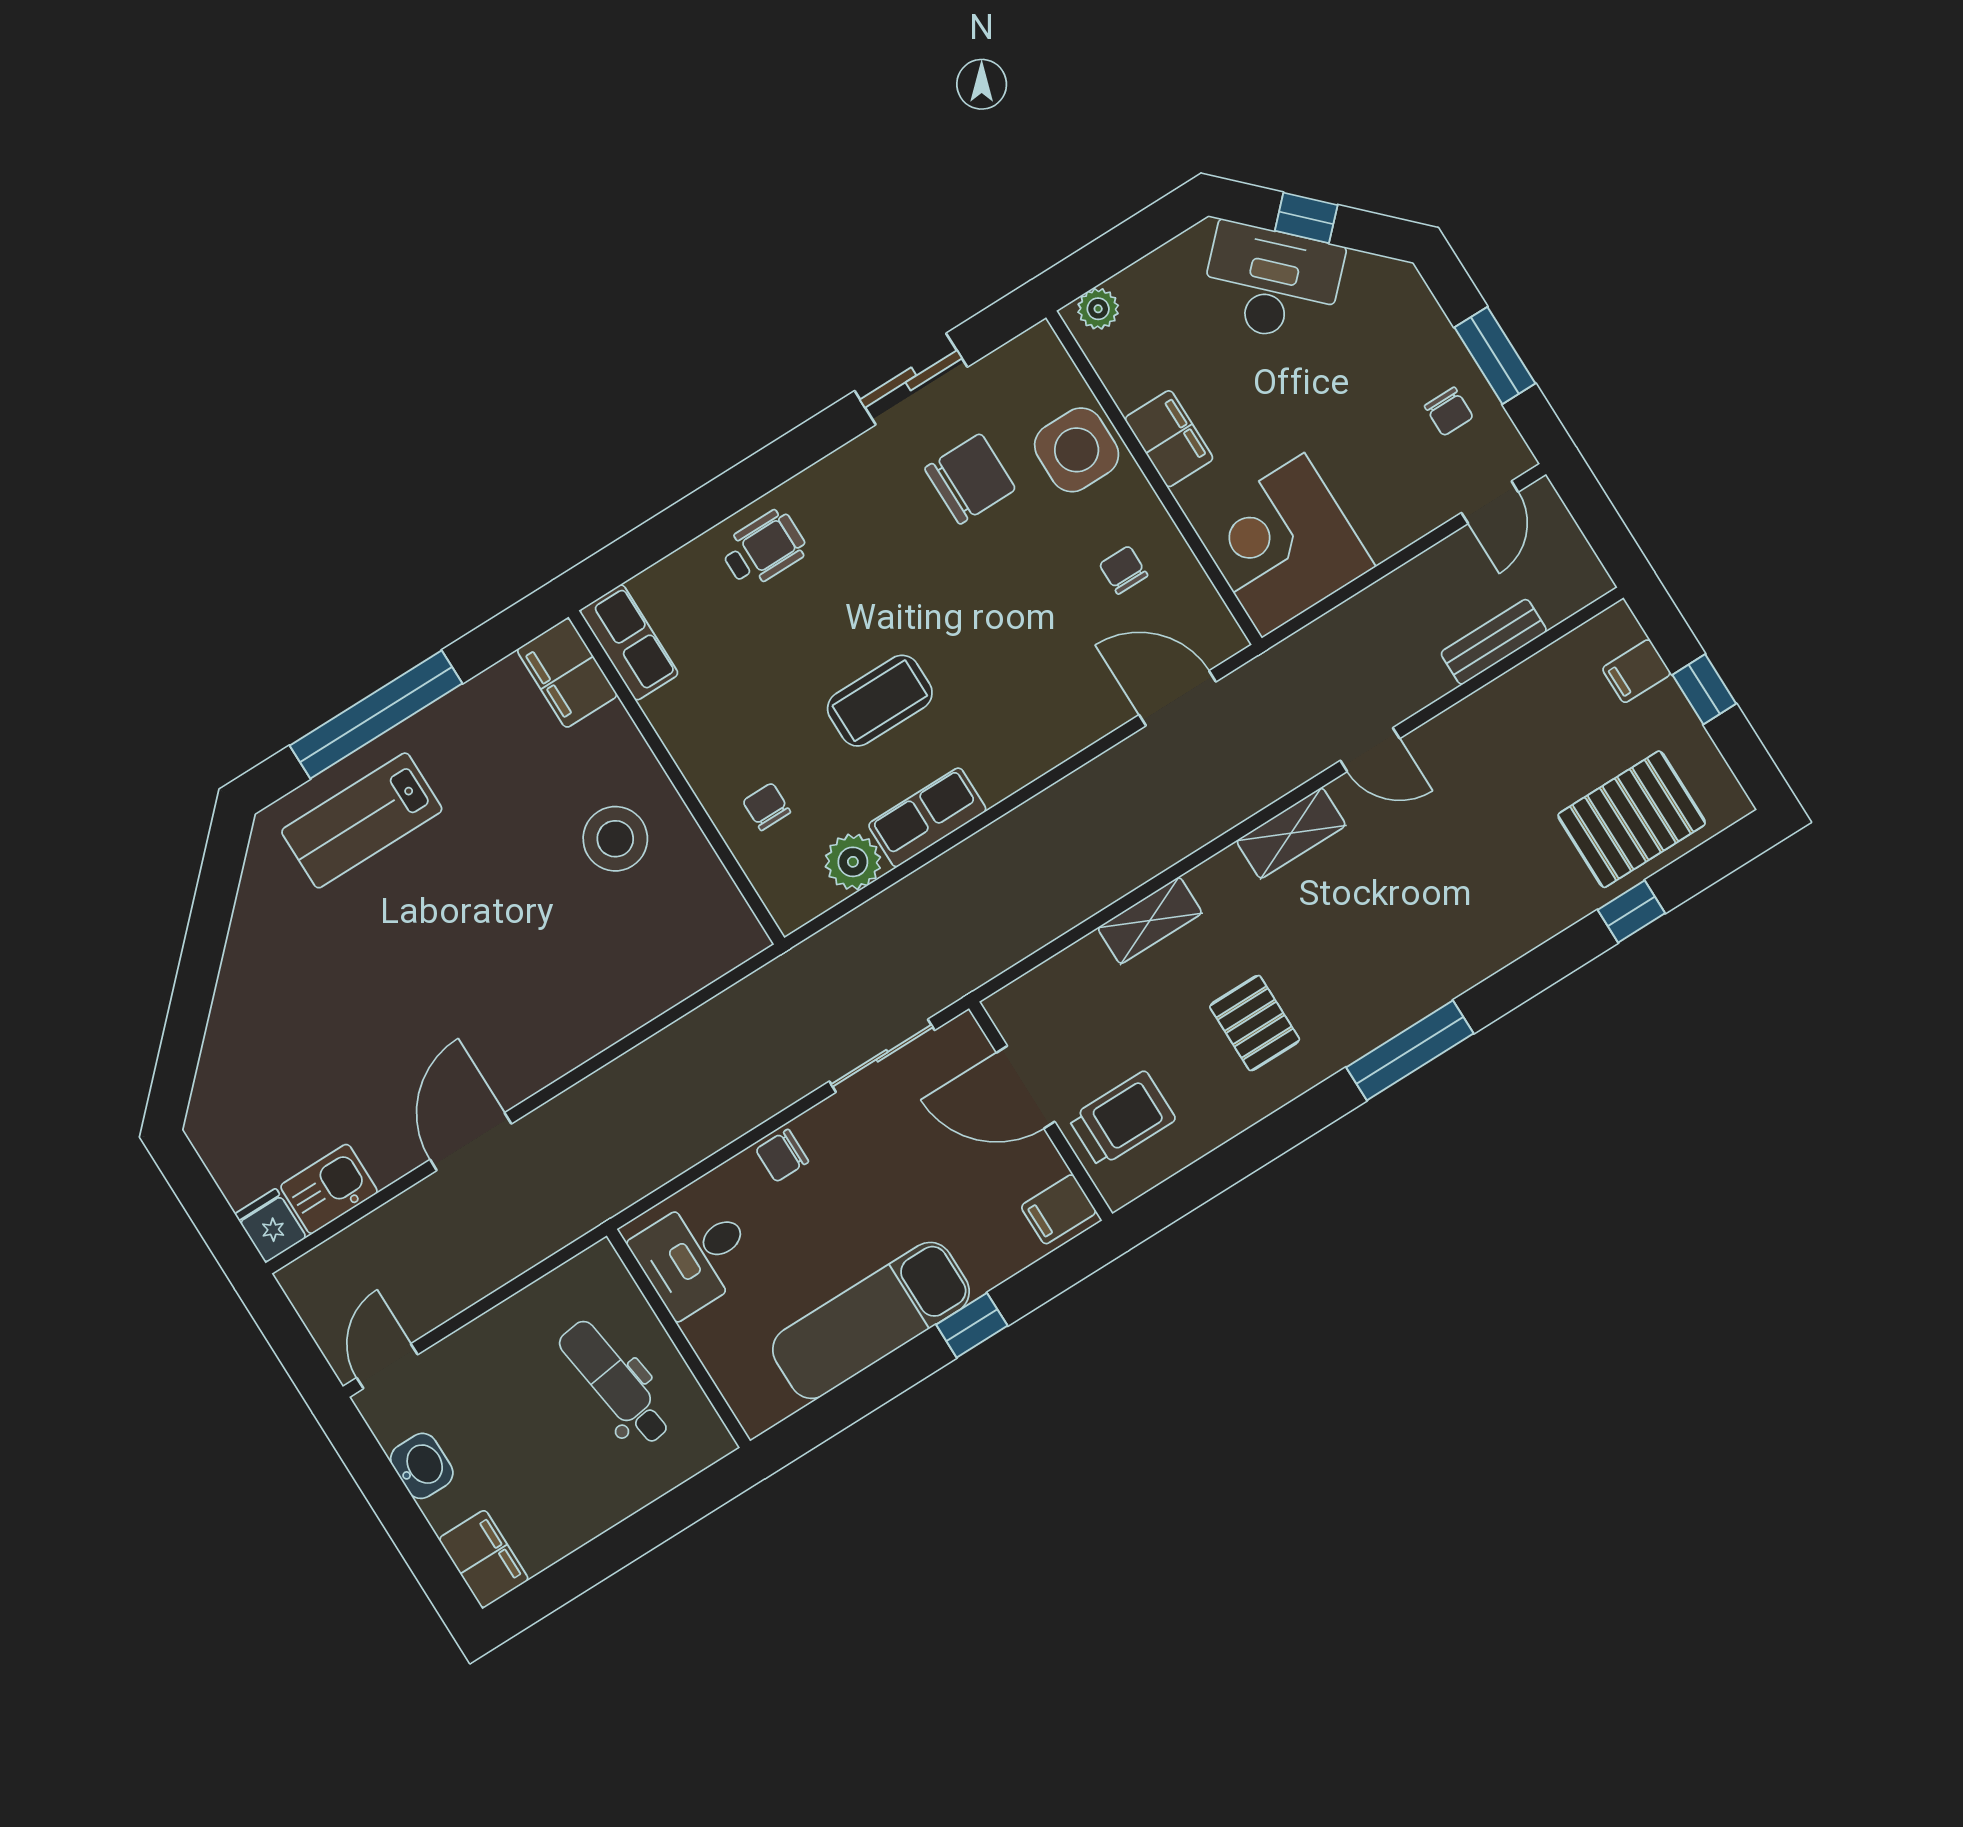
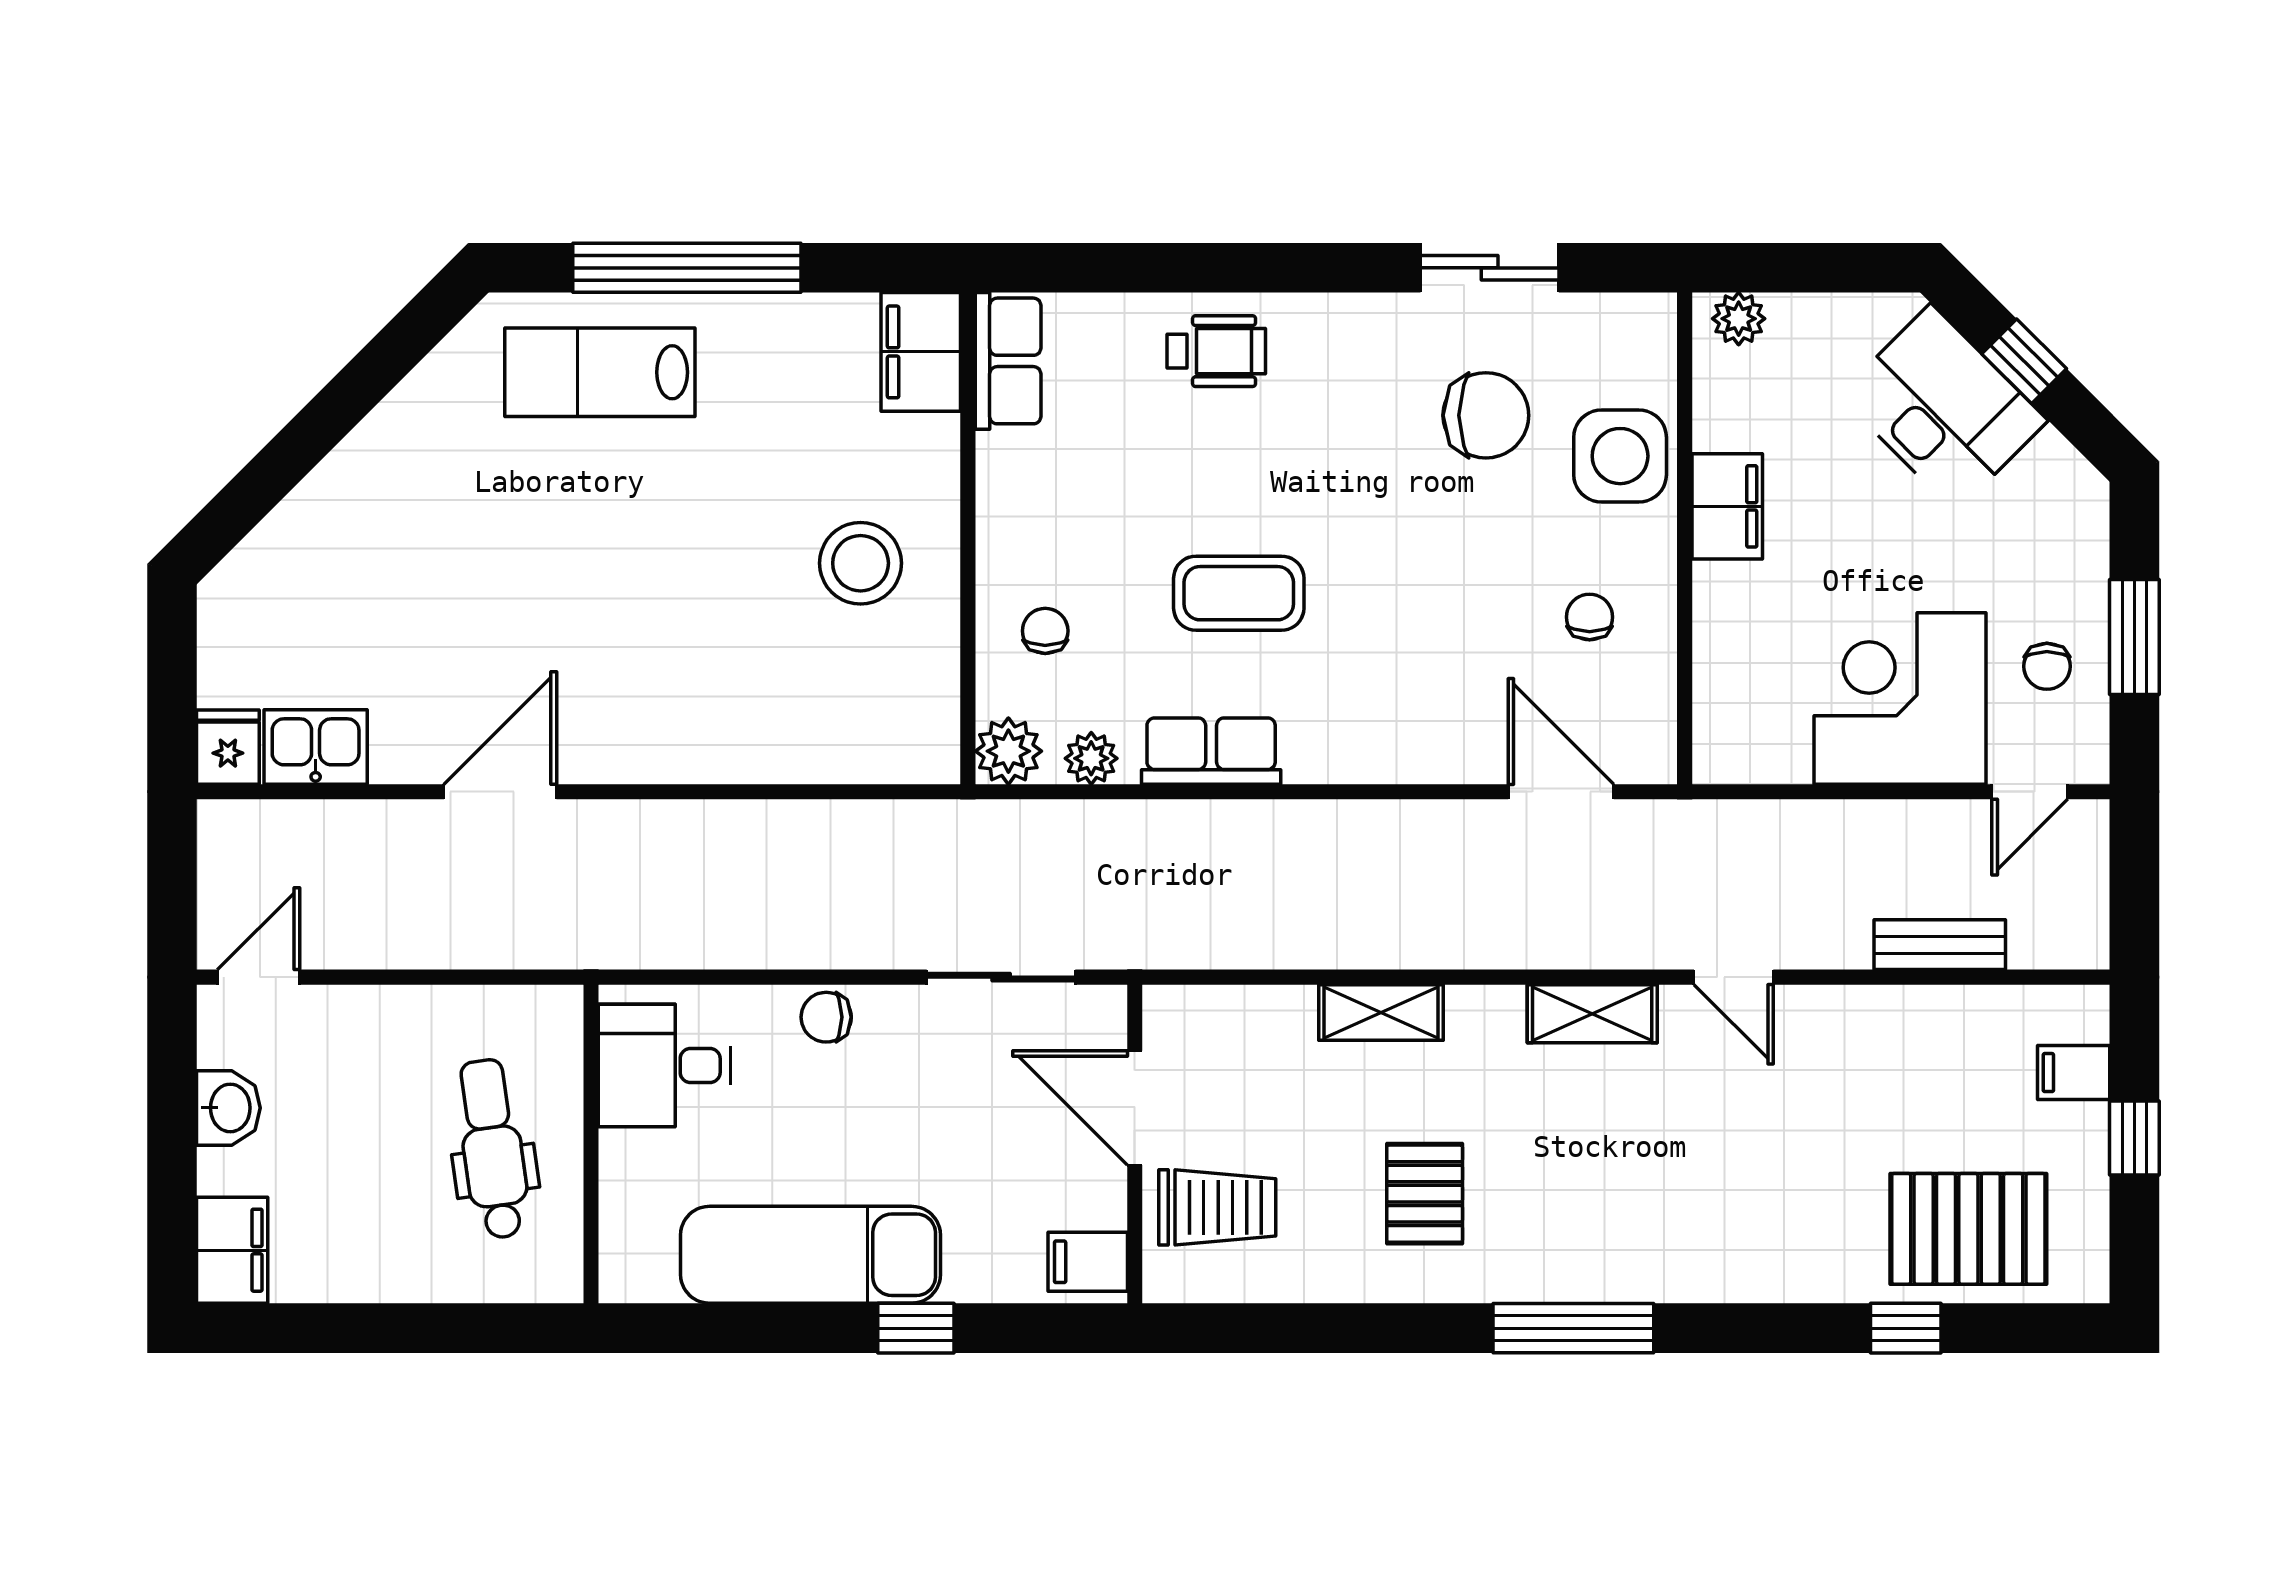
corner desk: (1283, 545) -> (1900, 698), moved
plant: (853, 862) -> (1091, 758), width x0.73, depth x0.73
plant: (792, 902) -> (1008, 751), added

